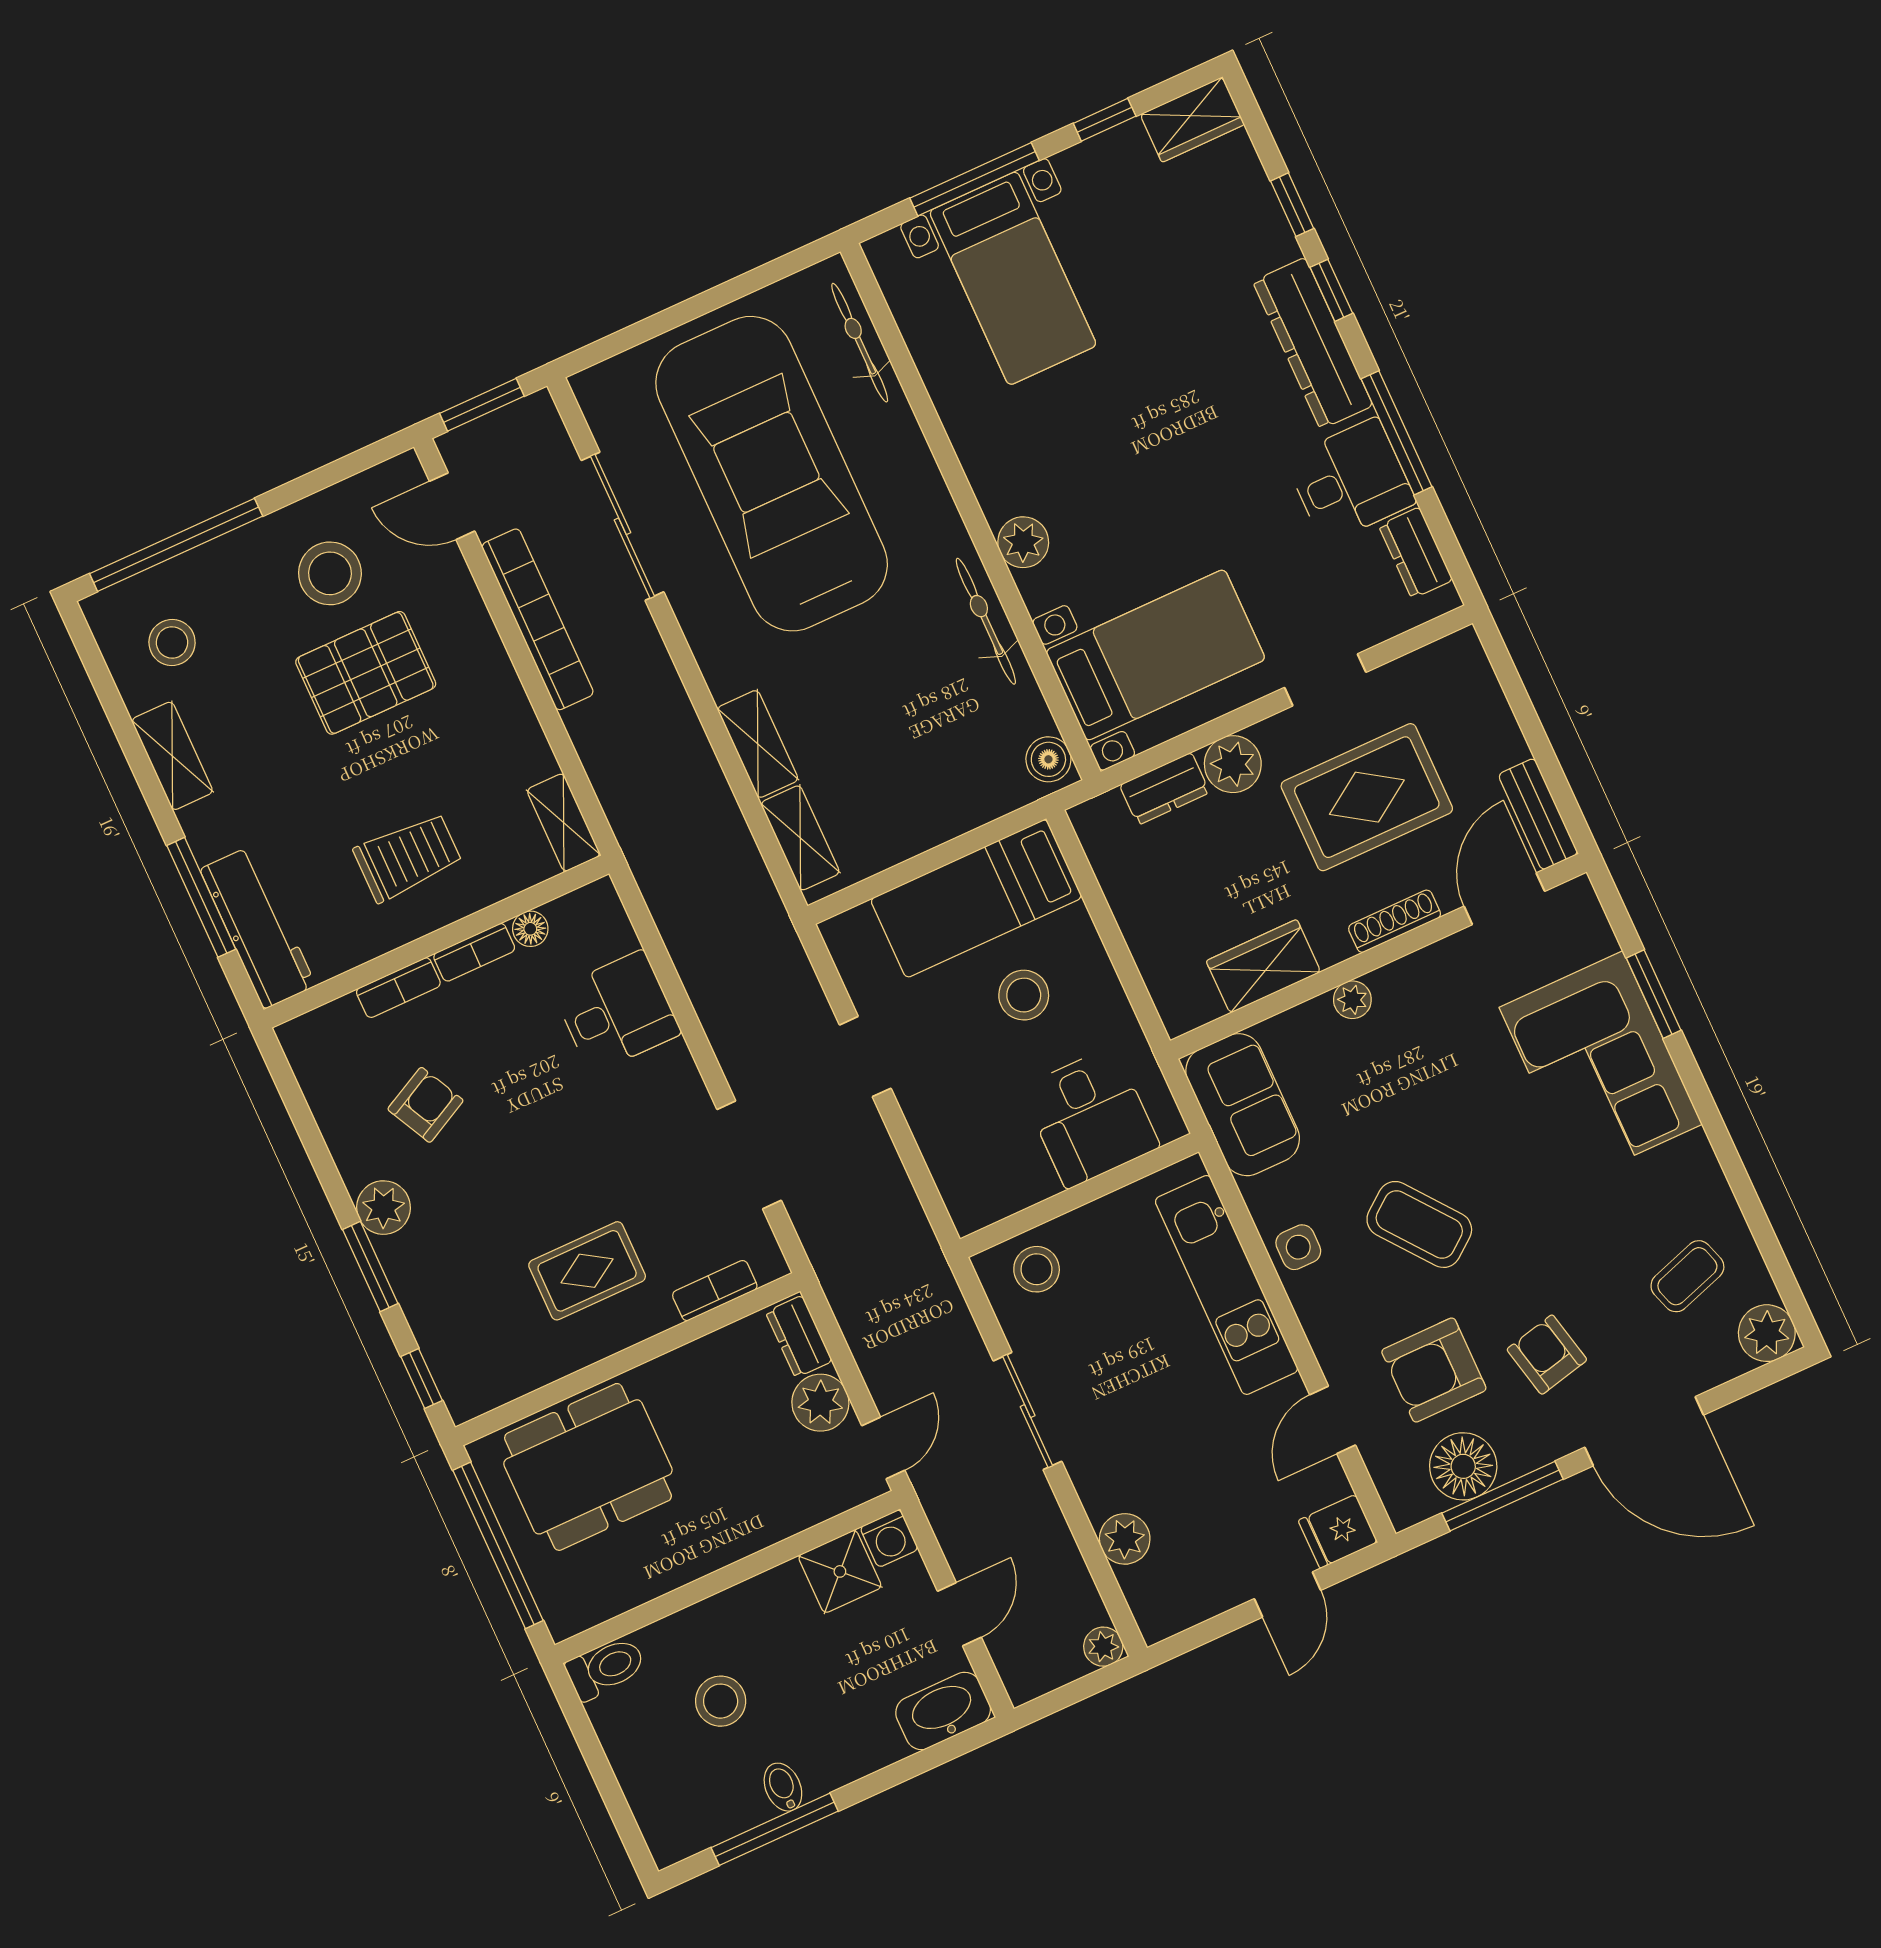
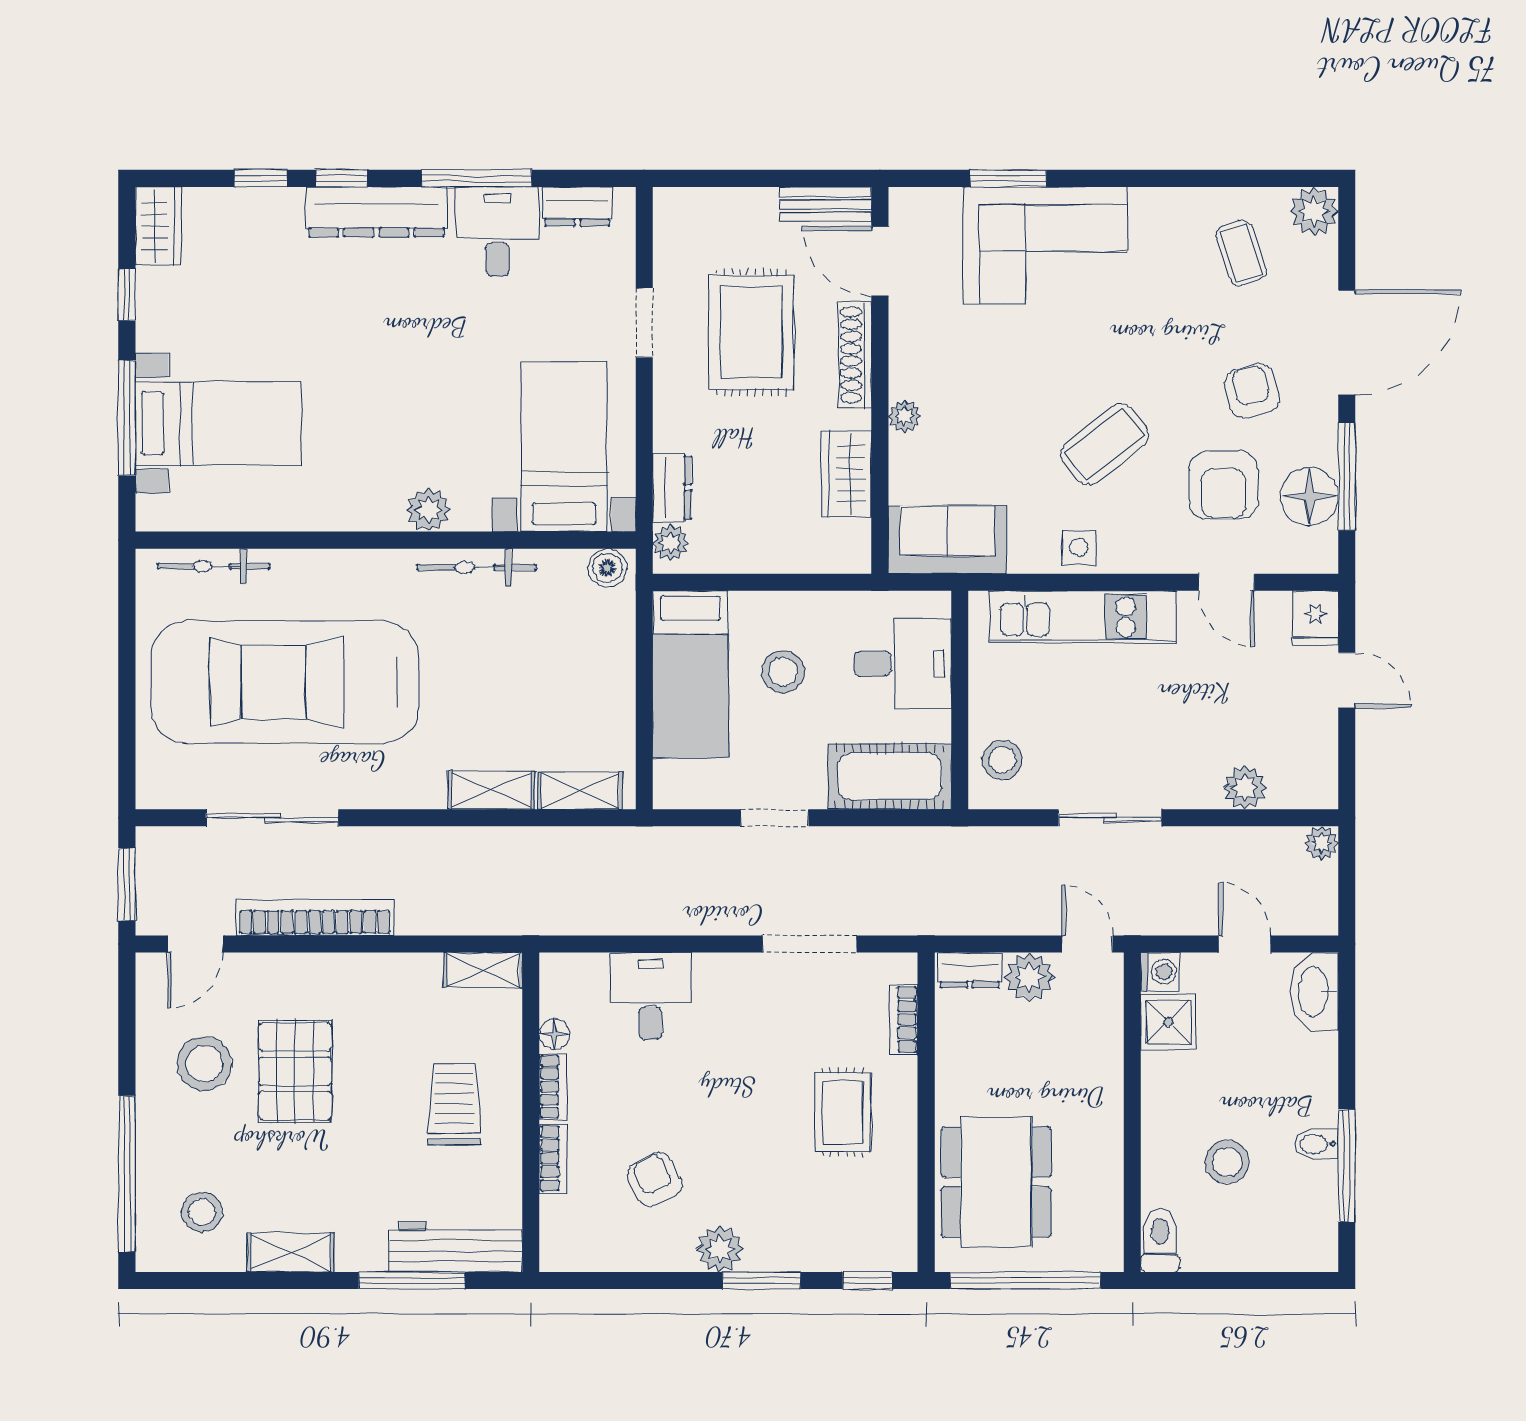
plant: (1233, 764) -> (671, 543), moved, width x0.73, depth x0.73
shoe rack: (1395, 921) -> (855, 355), width x1.36, depth x1.24
cot: (965, 1158) -> (890, 776), added
armchair: (1547, 1355) -> (1252, 391), turned 89

